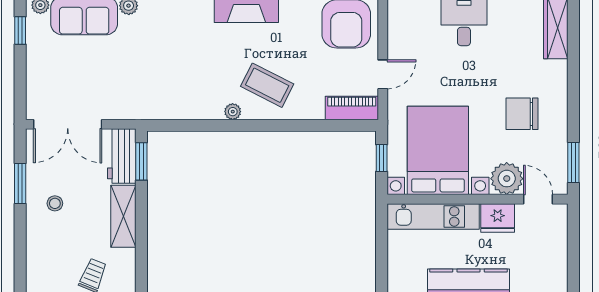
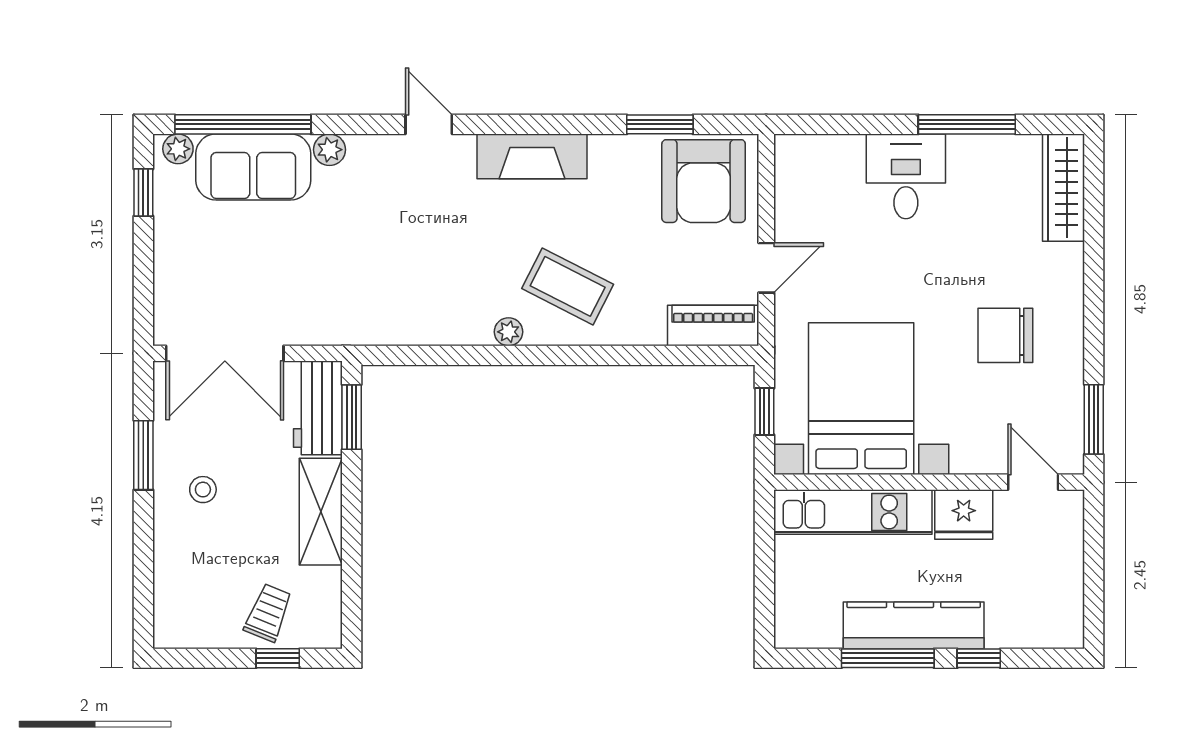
plant: (507, 179) -> (979, 447), removed

